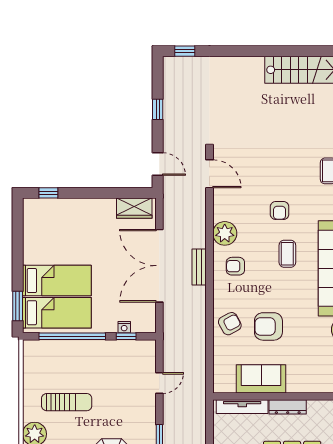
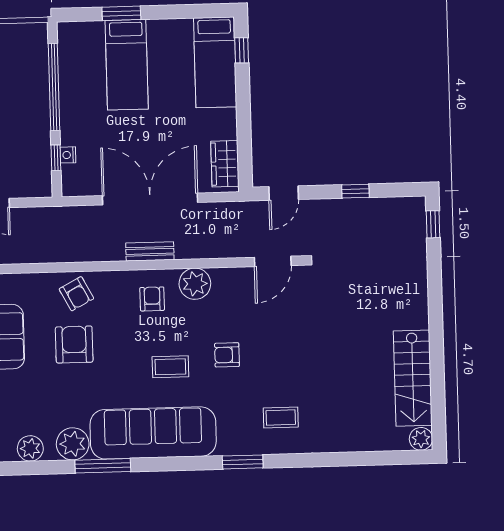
window: (18, 306) -> (121, 13), moved
bed: (57, 313) -> (215, 62), moved

